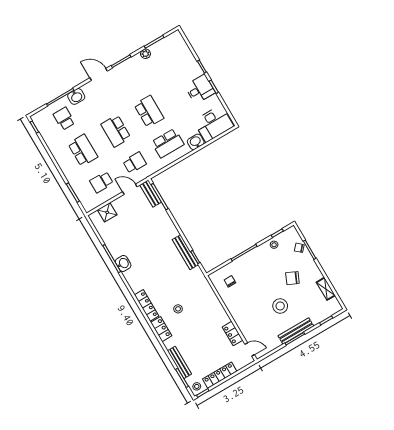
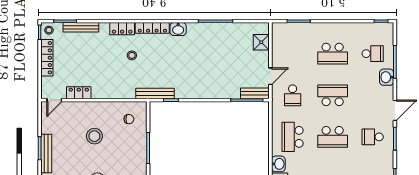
plant: (145, 54) -> (388, 165), removed
school desk: (102, 182) -> (373, 137), moved, turned -90
bench: (185, 252) -> (155, 93), moved
washbasin: (123, 263) -> (178, 29), moved
stool: (280, 306) -> (94, 136), moved

